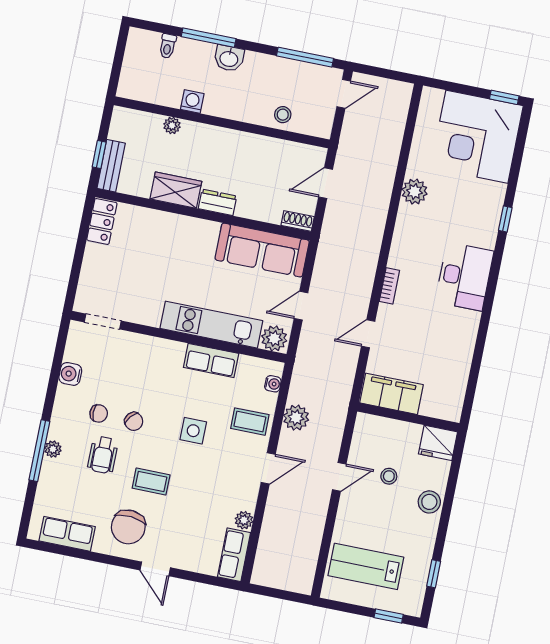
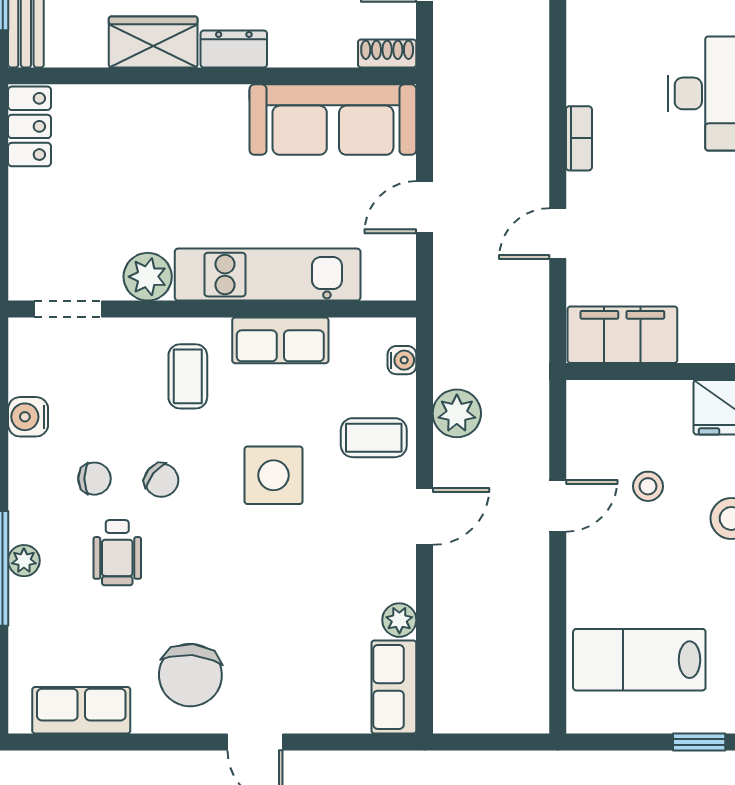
plant: (274, 338) -> (148, 277), moved
side table: (193, 431) -> (274, 475), width x1.37, depth x1.37
coffee table: (151, 481) -> (188, 376), moved, turned 90

